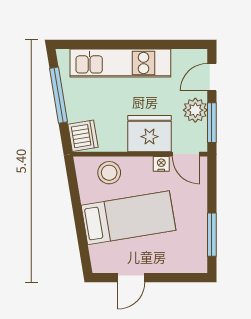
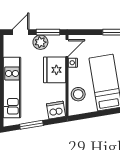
door: (212, 77) -> (21, 32), swing flipped
window: (58, 95) -> (31, 125), width x0.69

